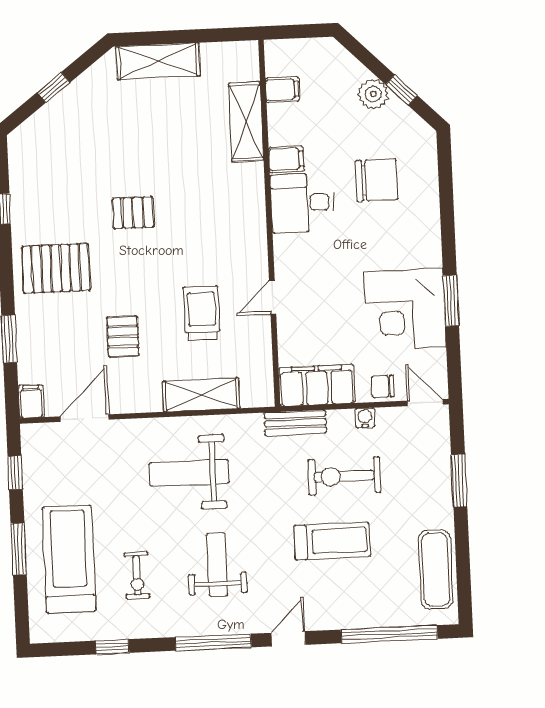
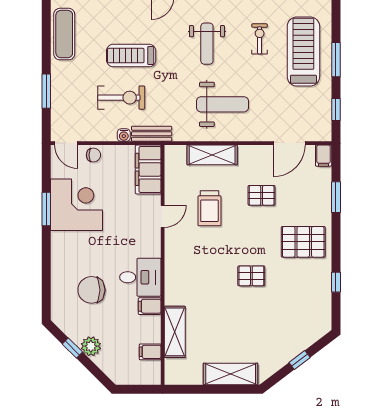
pallet: (123, 336) -> (262, 195), turned 90
filing cabinet: (317, 385) -> (148, 169), moved, turned 90
water cooler: (365, 418) -> (124, 135), moved
treadmill: (69, 559) -> (303, 51), turned 180

